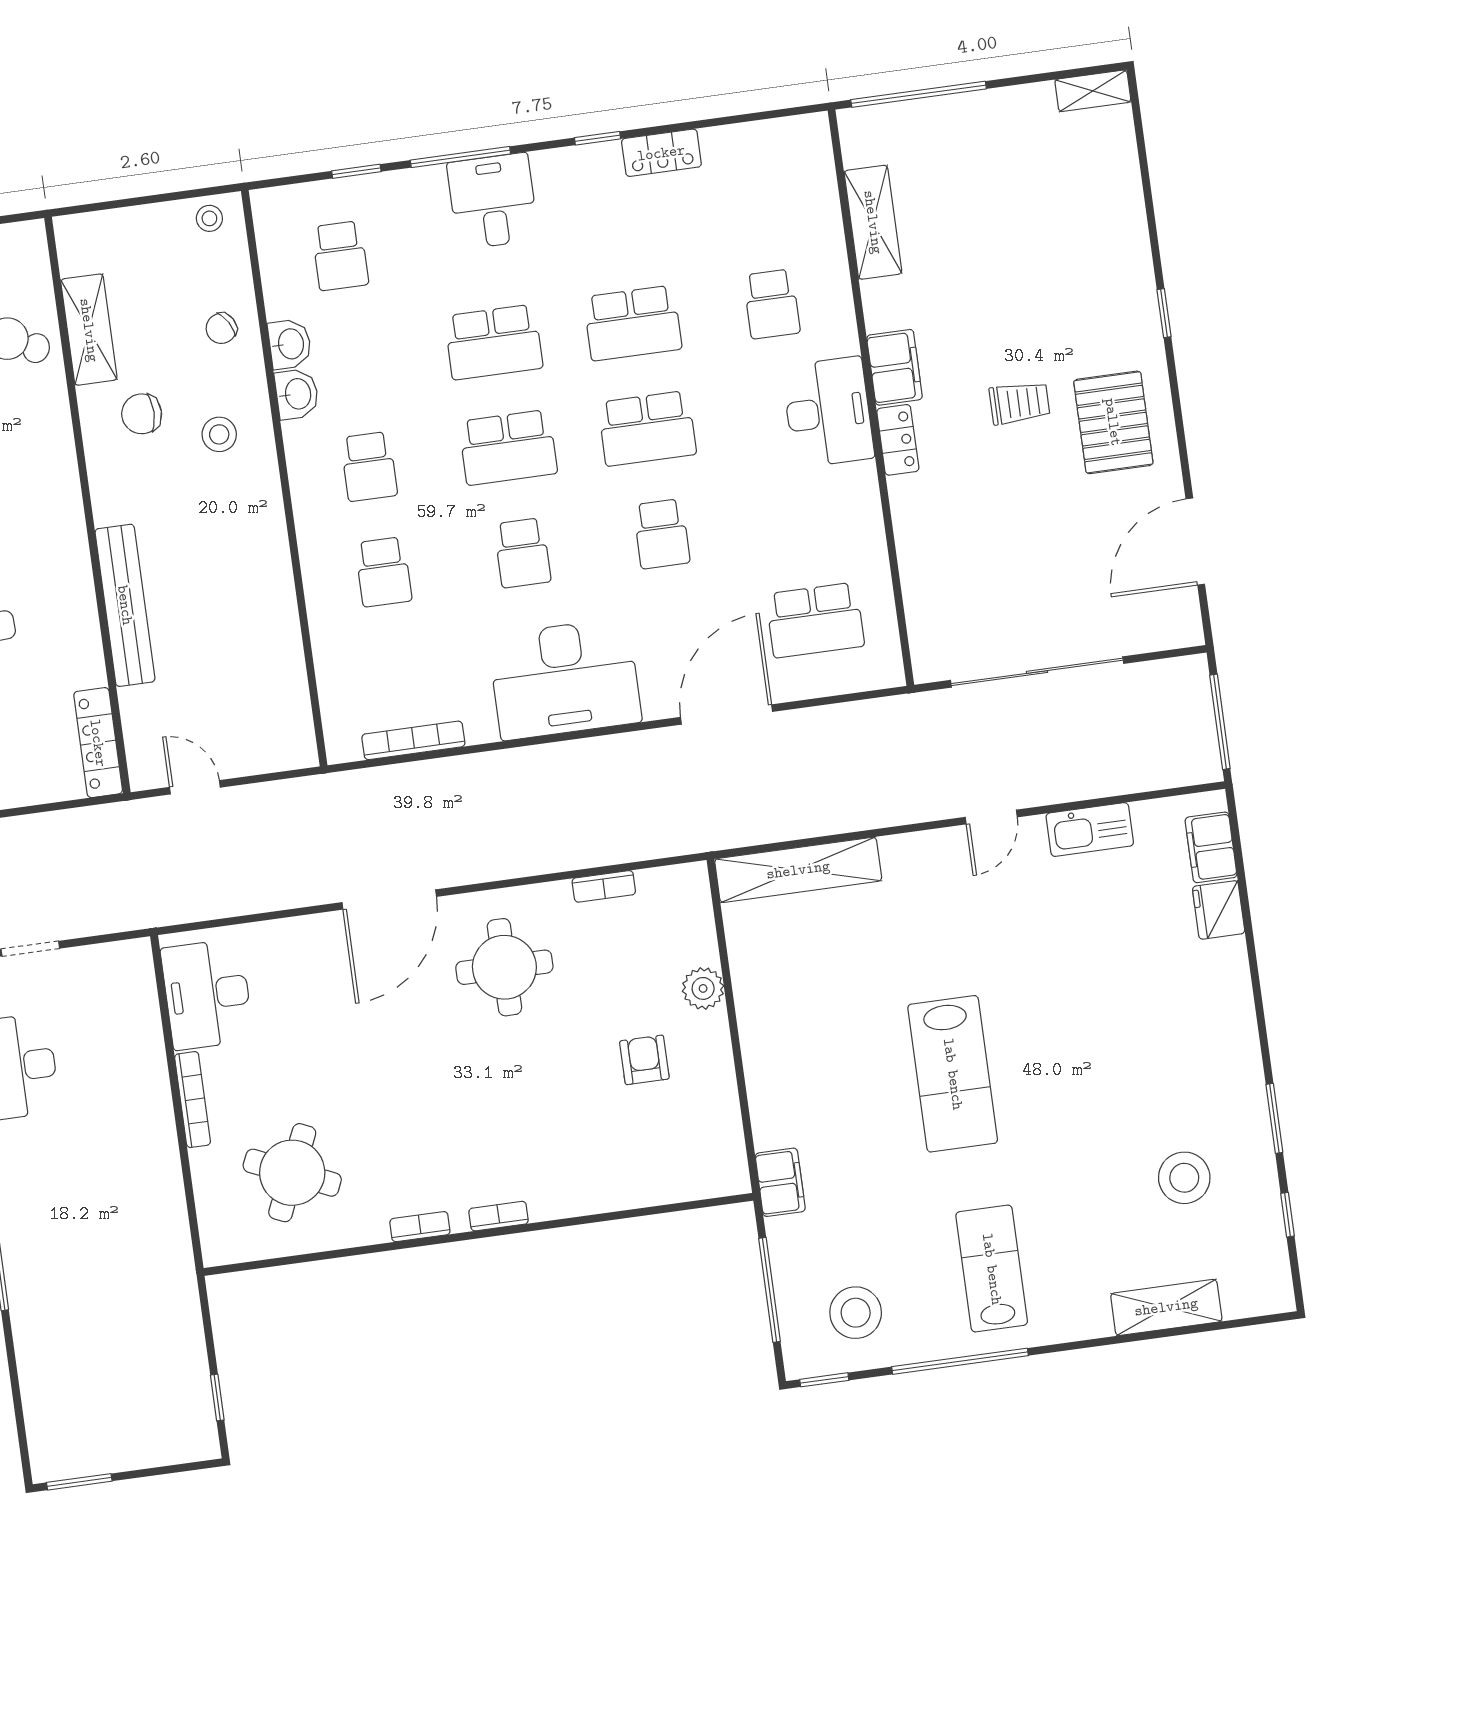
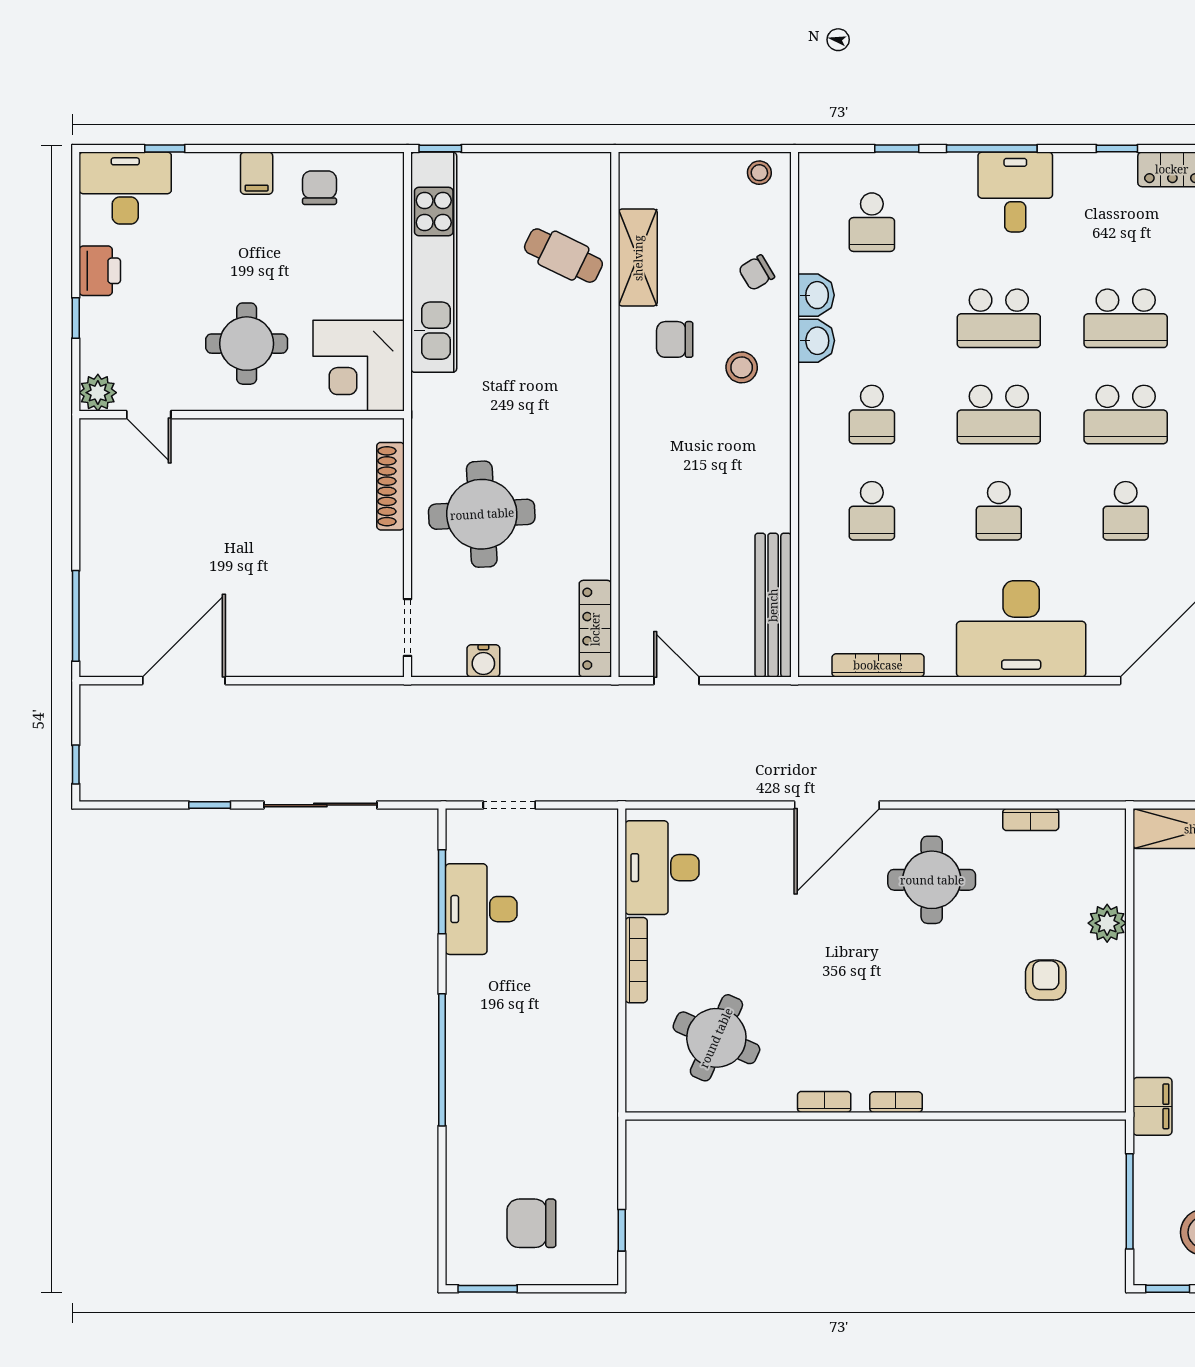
bench: (125, 605) -> (773, 605), moved
chair: (117, 1404) -> (531, 1223), added

